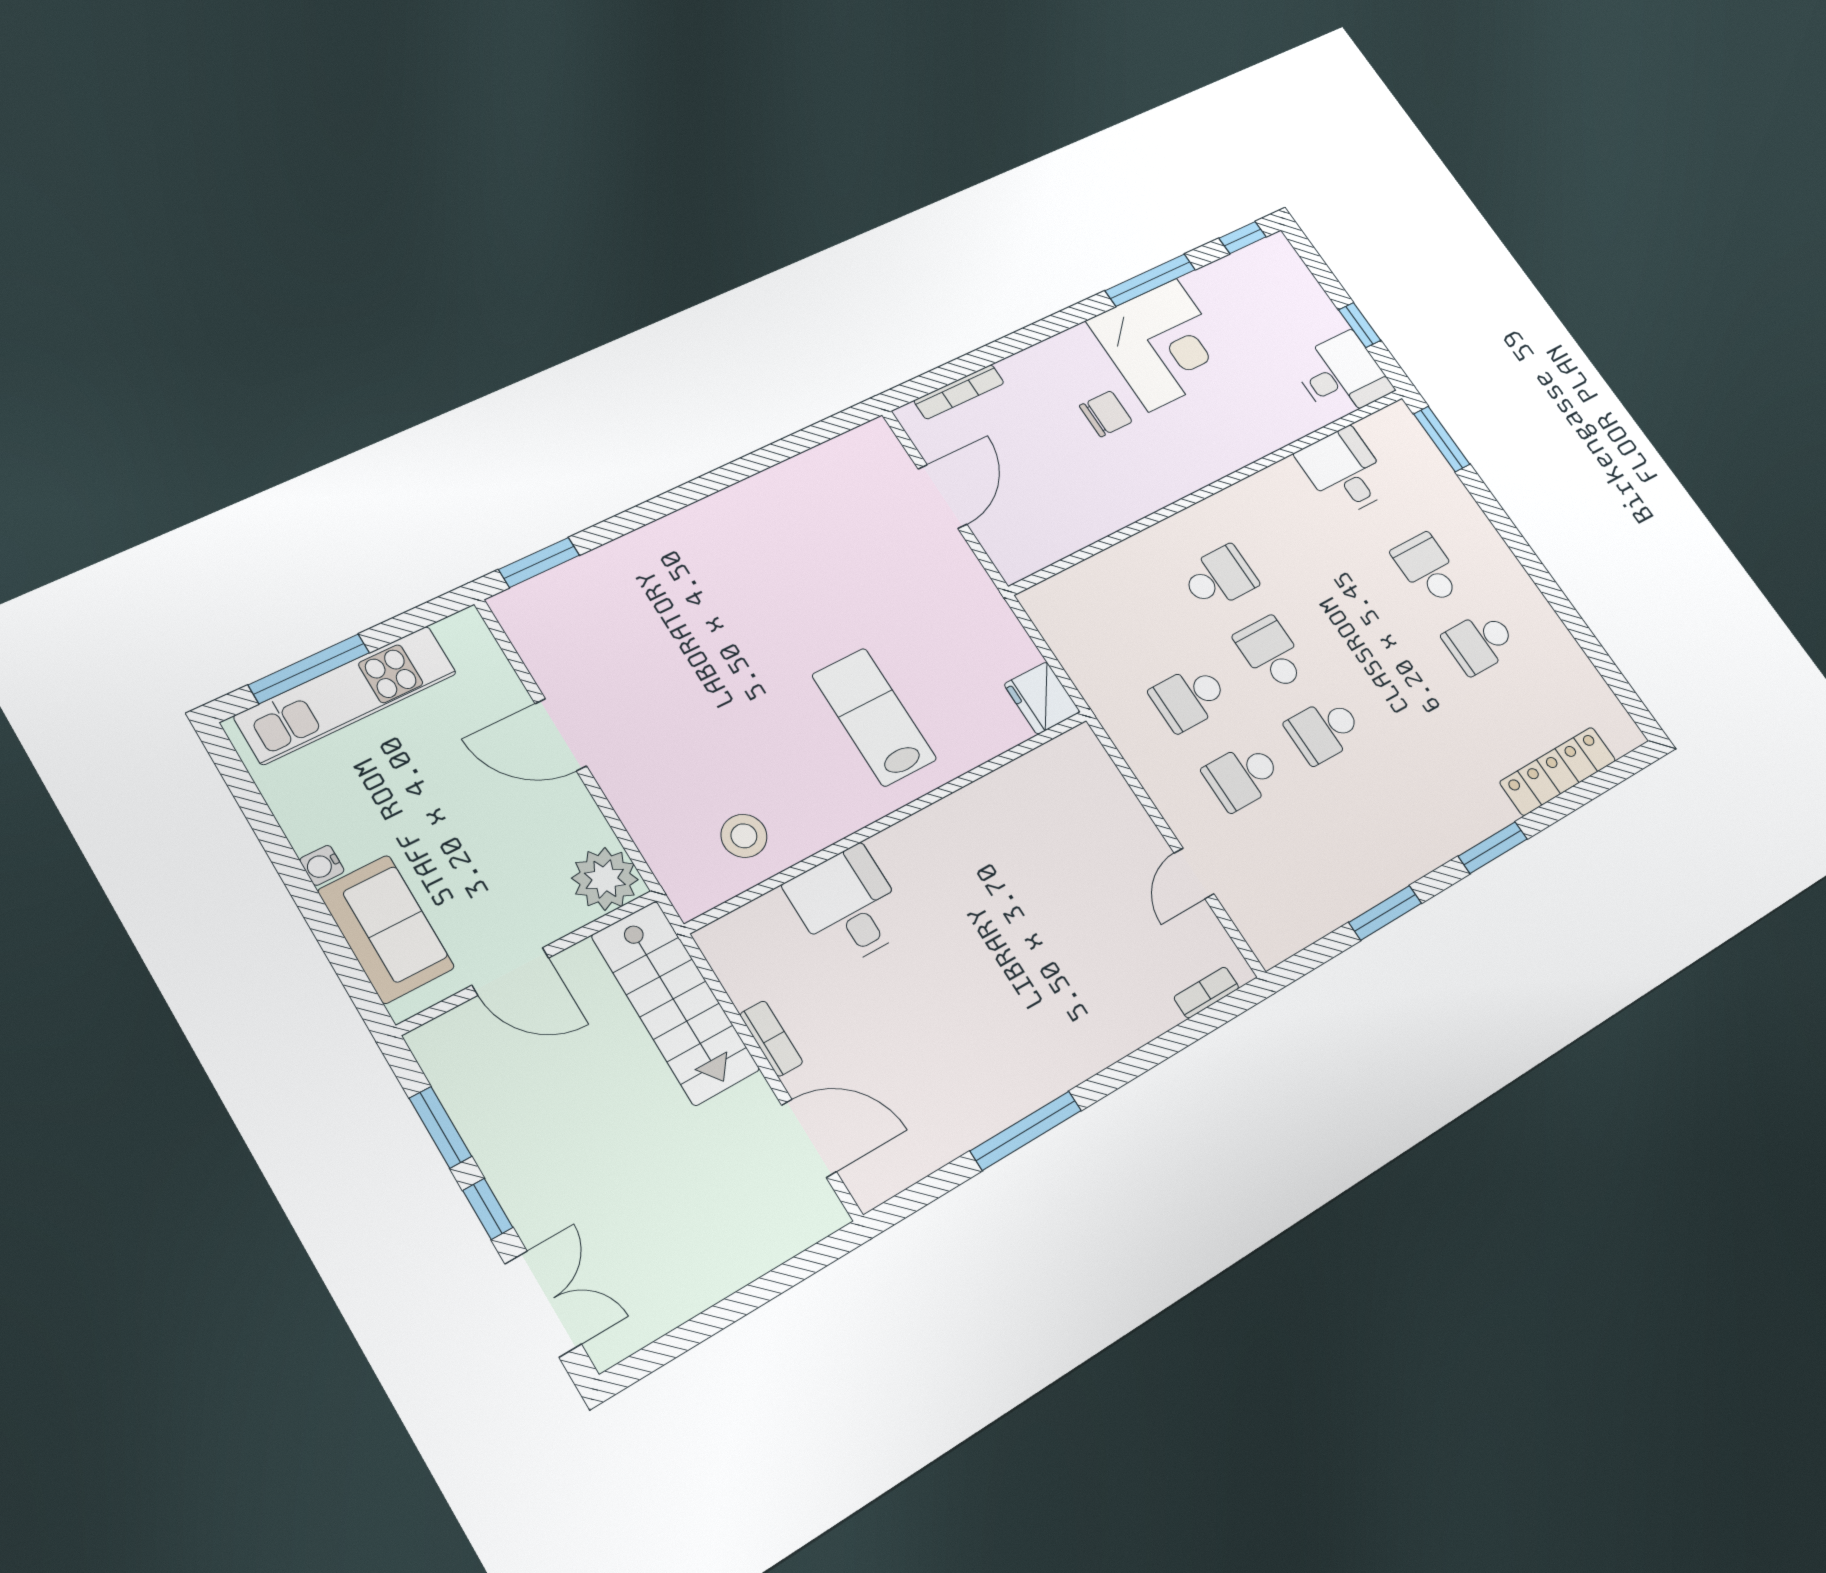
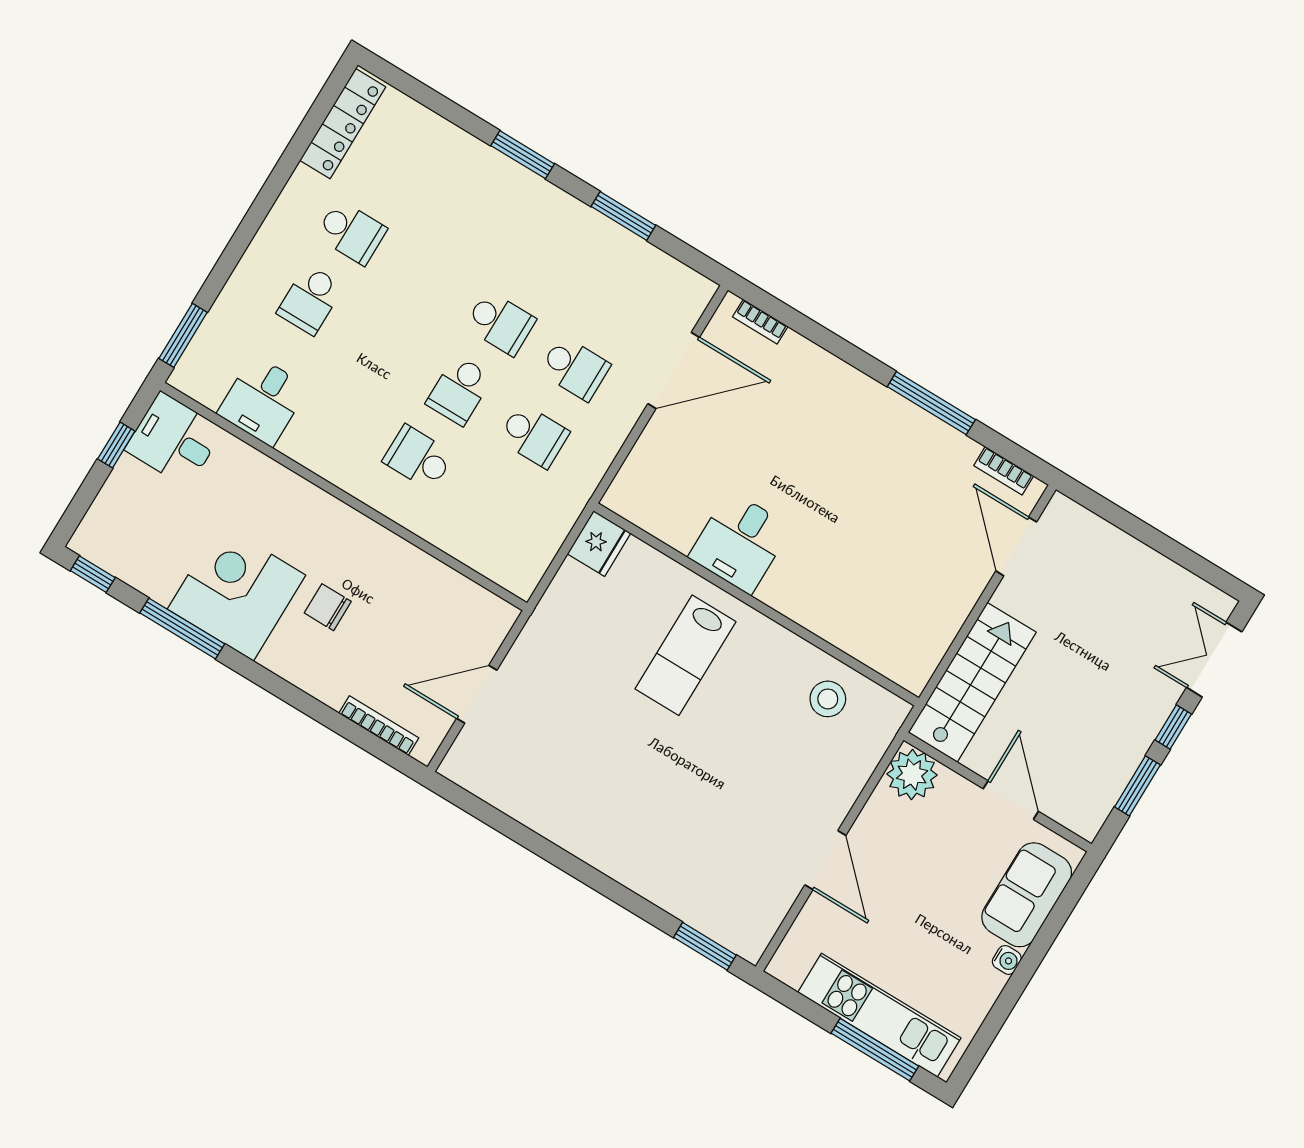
locker: (1558, 771) -> (343, 124), moved, turned -90
door: (1194, 873) -> (674, 371), width x1.87
desk: (848, 906) -> (740, 542), moved
bookcase: (771, 1038) -> (1004, 471), moved, turned -90

